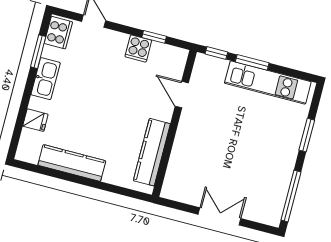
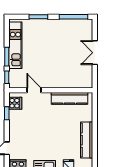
cooker: (138, 49) -> (15, 103), moved
door: (182, 95) -> (34, 90), swing flipped

